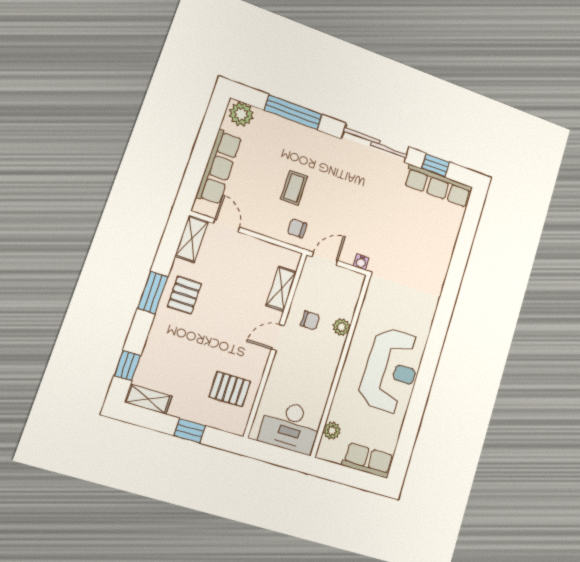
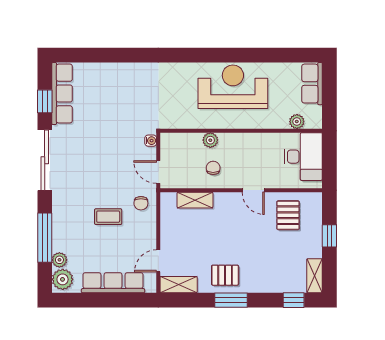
plant: (264, 119) -> (59, 260), added
door: (278, 337) -> (253, 190), moved

